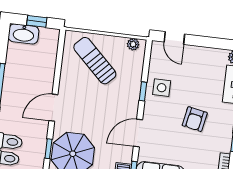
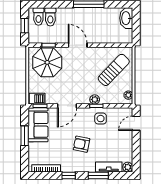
window: (37, 21) -> (136, 26), removed
plant: (134, 93) -> (95, 99), added
door: (138, 133) -> (67, 106), swing flipped

